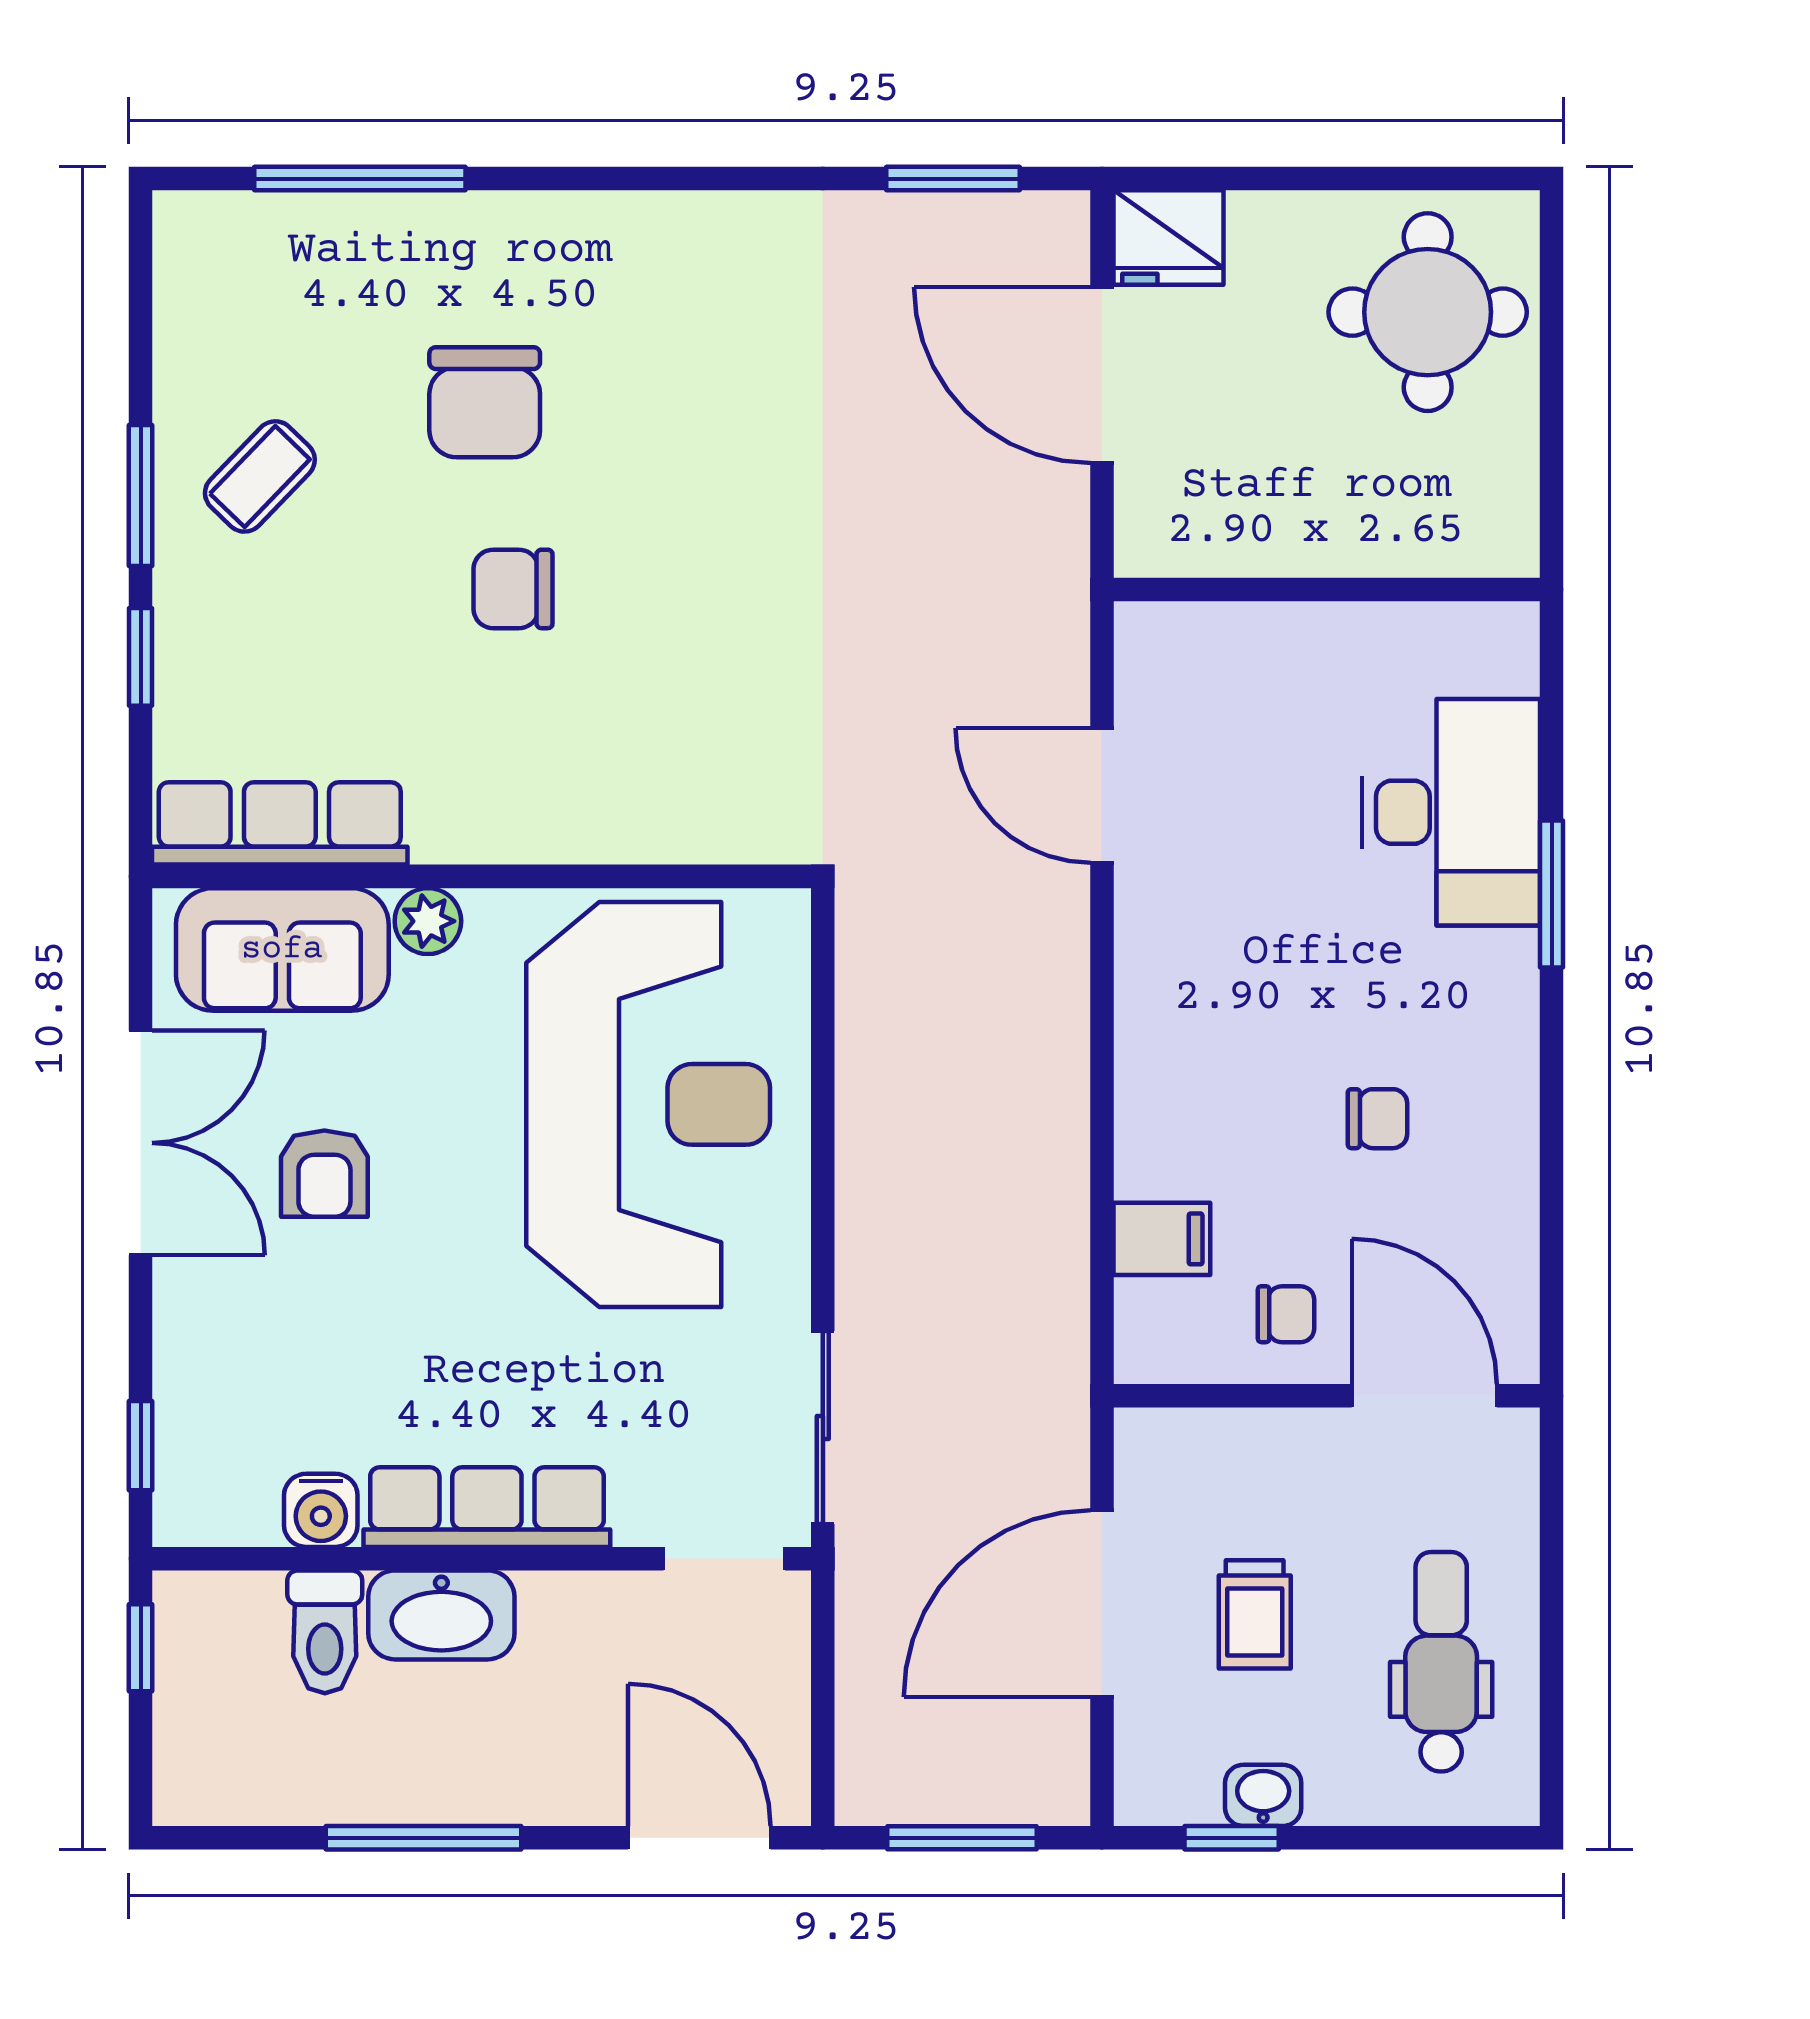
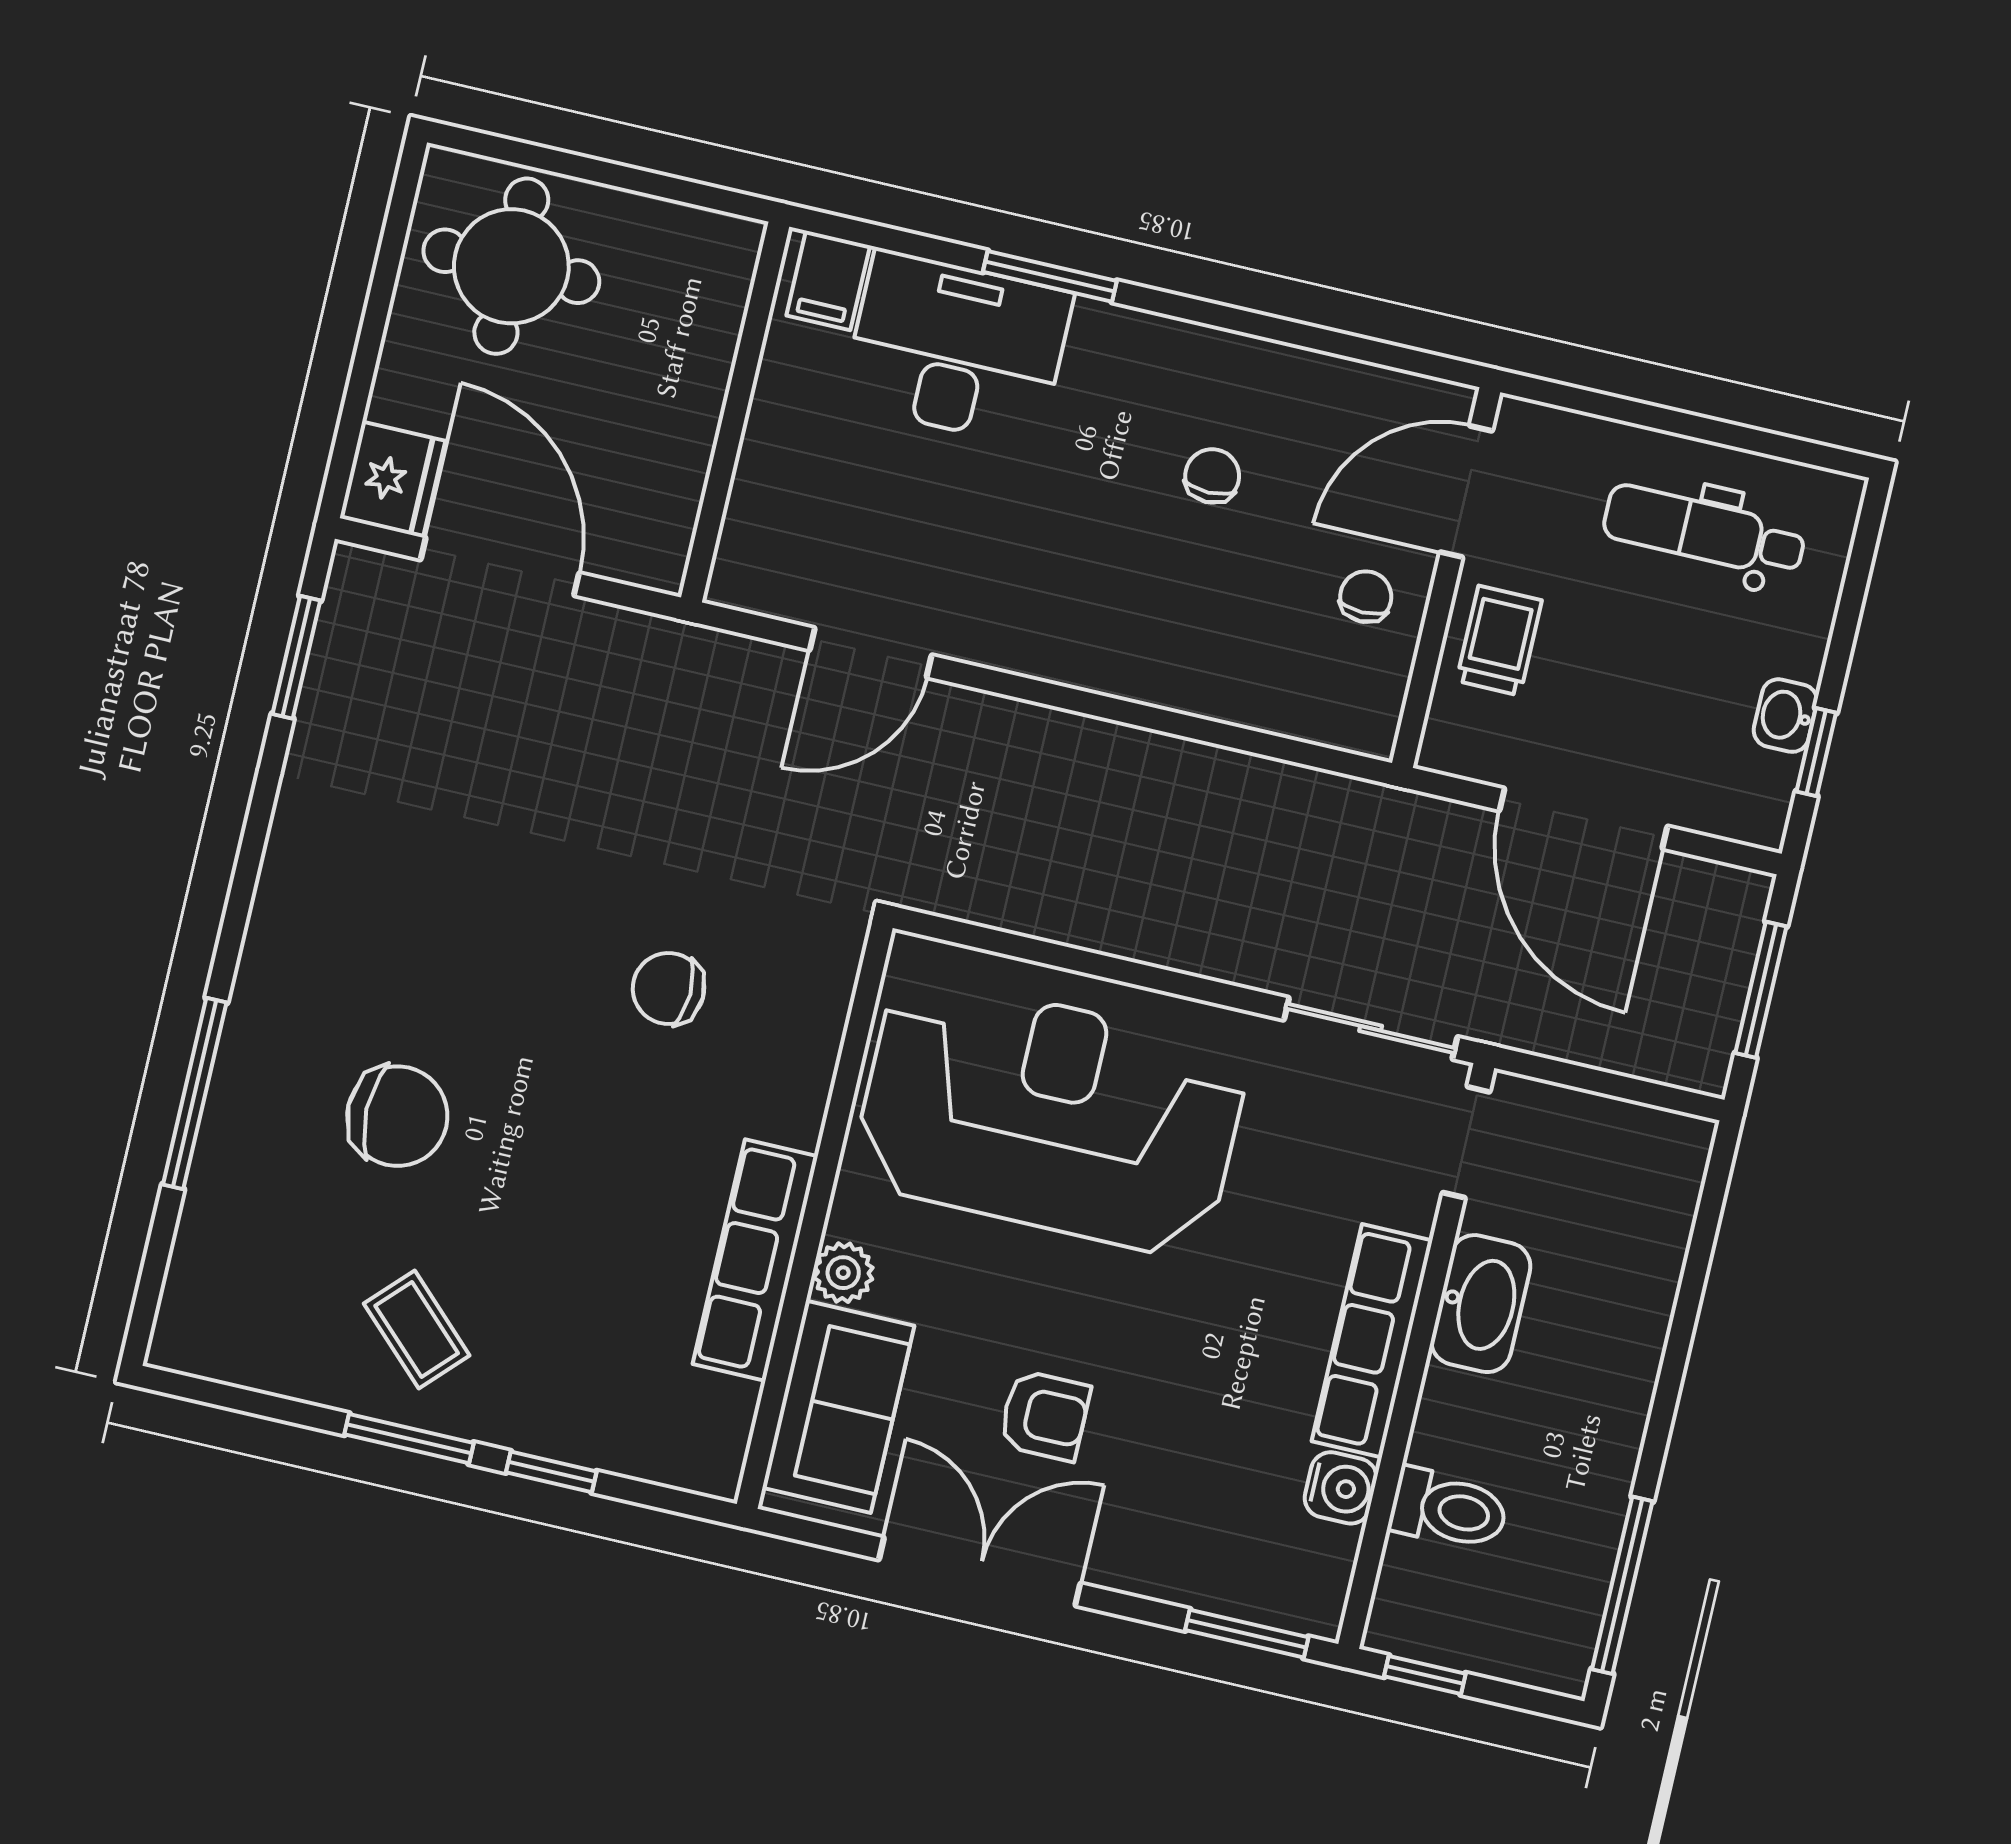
window: (360, 179) -> (195, 1093), moved
door: (1102, 375) -> (500, 566), swing flipped
chair: (513, 589) -> (669, 988), moved, turned 92
row of seats: (280, 823) -> (755, 1260), moved
filing cabinet: (1162, 1239) -> (828, 280), moved, turned 180
window: (141, 1446) -> (1247, 1634), width x1.50
trolley: (1255, 1614) -> (1499, 641), moved, turned -90
washbasin: (441, 1615) -> (1481, 1304), moved
window: (423, 1838) -> (1622, 1585), moved
door: (699, 1838) -> (1707, 1221), removed

